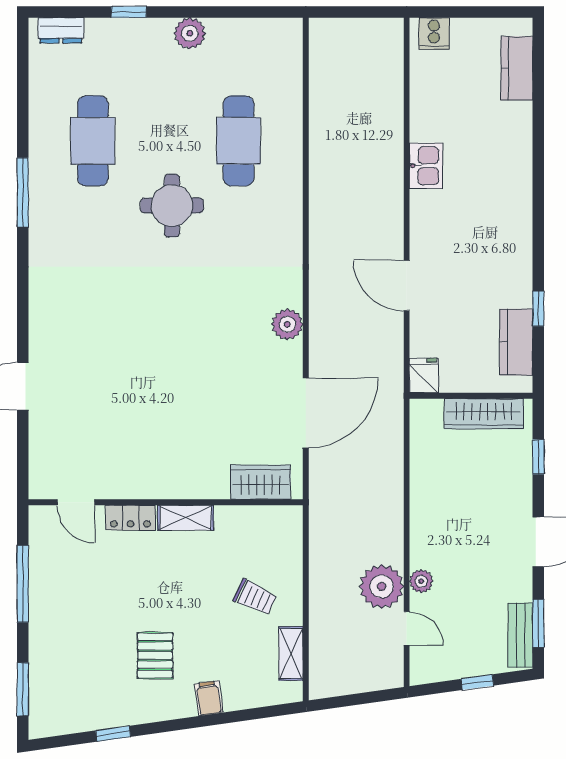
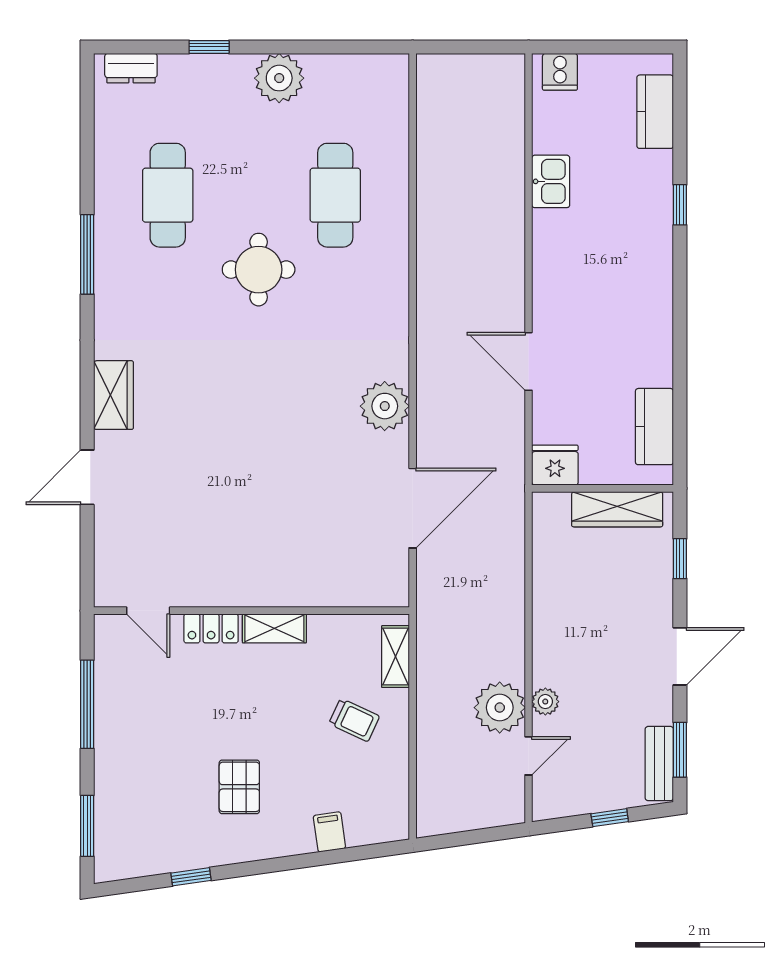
plant: (190, 33) -> (279, 78), width x1.36, depth x1.36
kitchen sink: (426, 166) -> (551, 181), moved
window: (538, 309) -> (680, 205), moved
plant: (287, 324) -> (385, 406), width x1.36, depth x1.36
fridge: (424, 376) -> (555, 465), width x1.38
wardrobe: (261, 482) -> (114, 395), moved, turned 90
door: (407, 628) -> (529, 756), hinge flipped
shelving: (291, 653) -> (395, 657), moved
filing cabinet: (209, 698) -> (329, 832), moved

